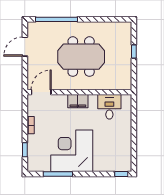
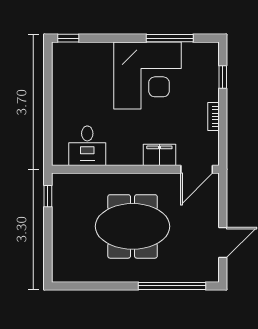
window: (134, 52) -> (48, 196), moved
filing cabinet: (78, 101) -> (159, 155), moved

